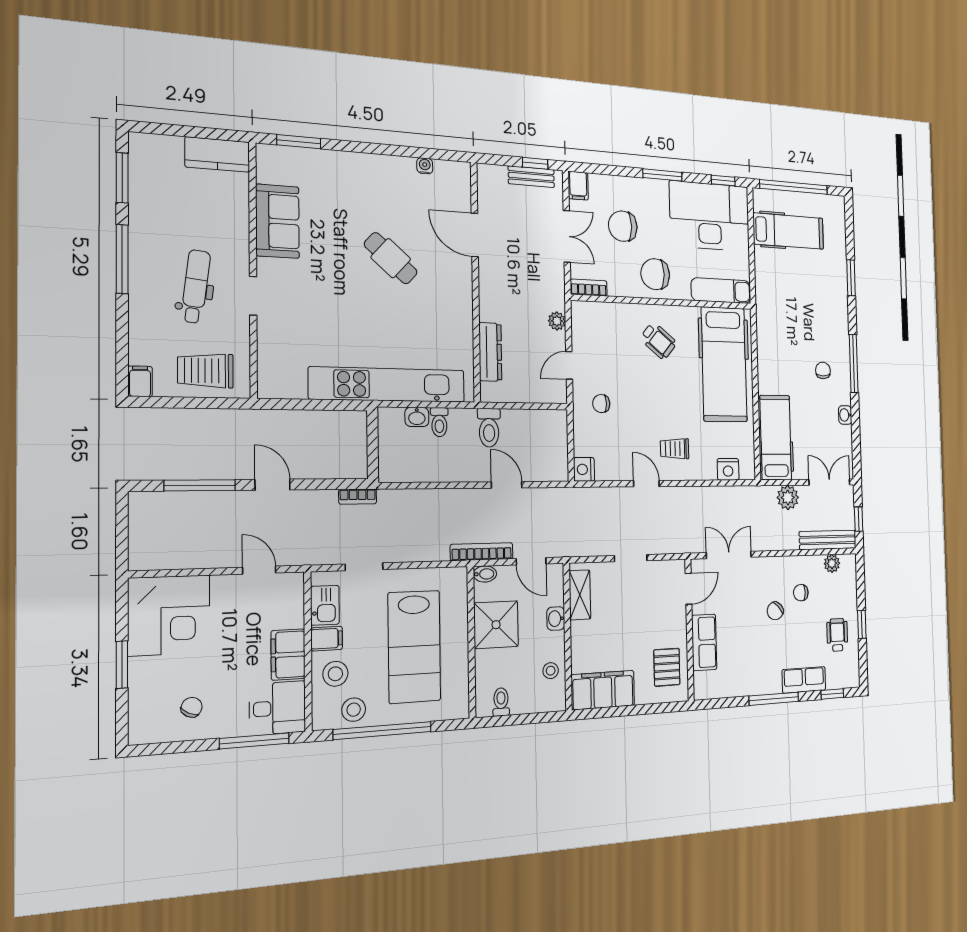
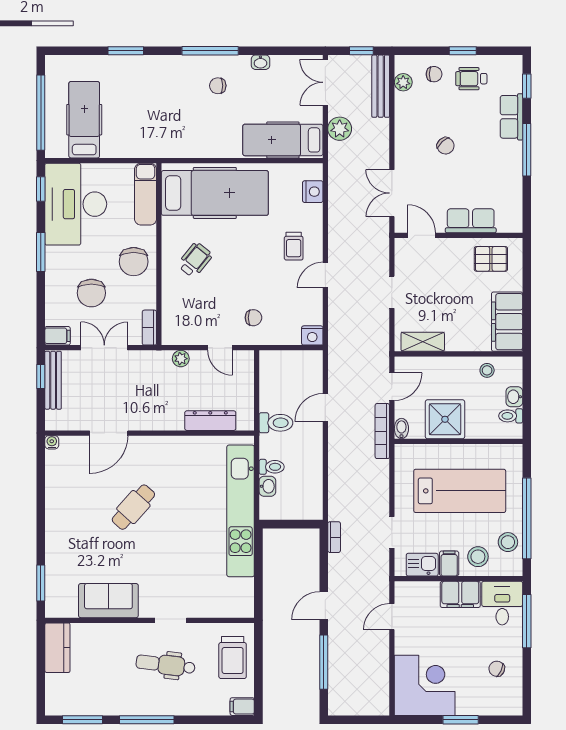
water cooler: (425, 166) -> (52, 442), moved, turned 90
bench: (531, 177) -> (53, 380), width x1.36
chair: (601, 404) -> (253, 318), turned -90
chair: (801, 593) -> (434, 74), moved, turned -90
washbasin: (556, 619) -> (514, 397), moved, turned 90

